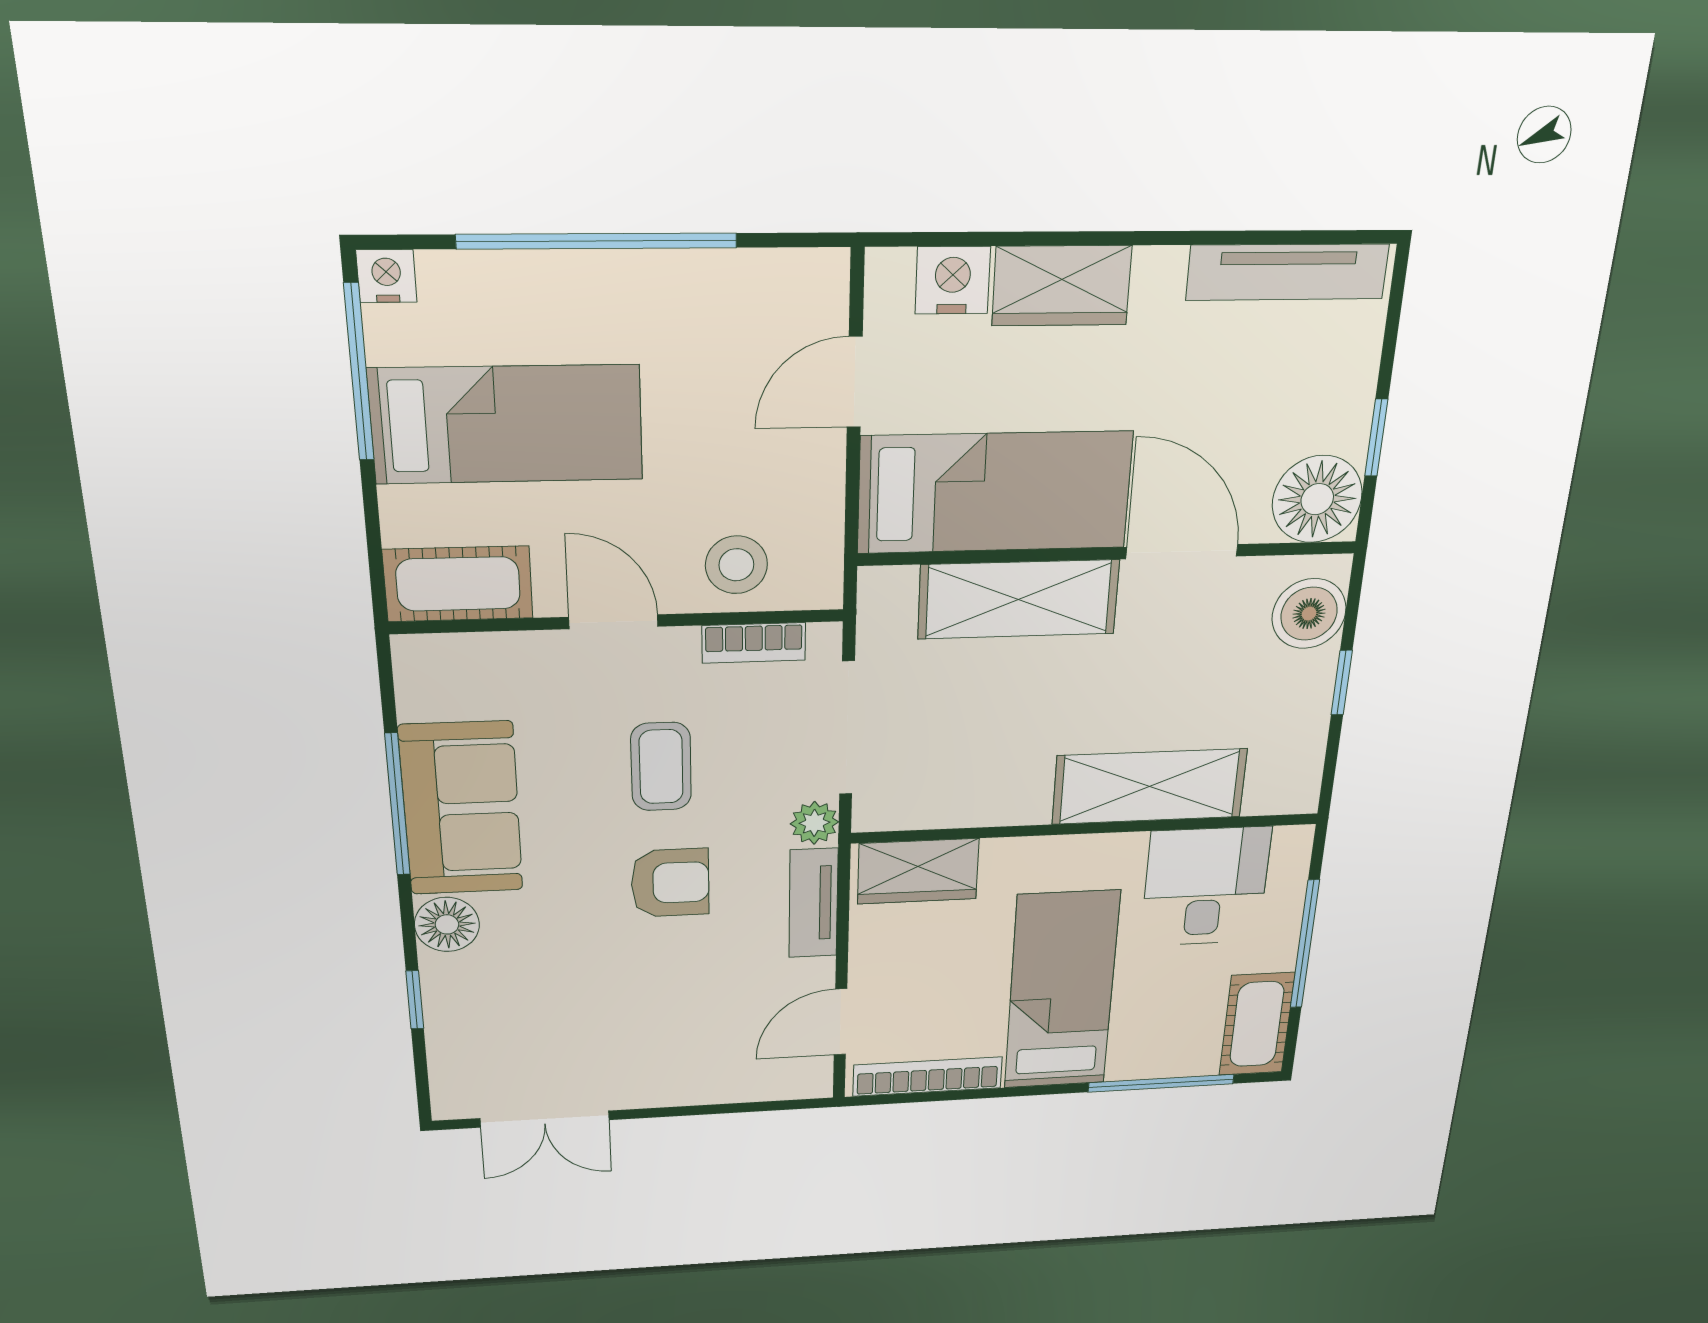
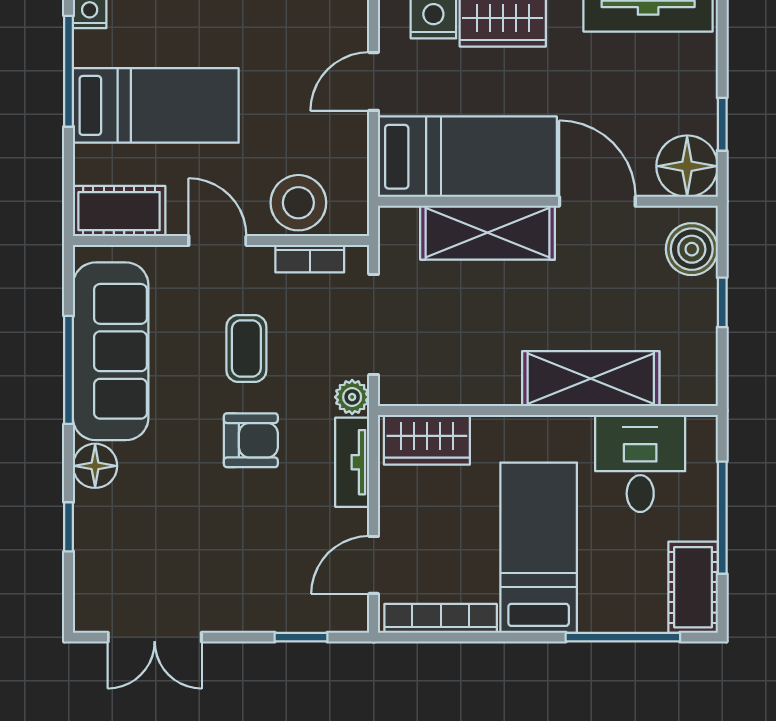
stool: (736, 565) -> (298, 203), width x1.38, depth x1.38
sofa: (461, 809) -> (111, 351), width x1.36
window: (742, 1108) -> (301, 637), added

